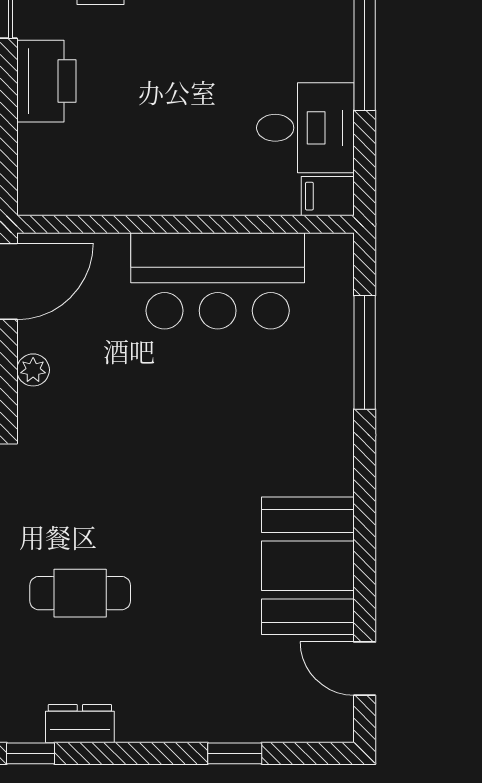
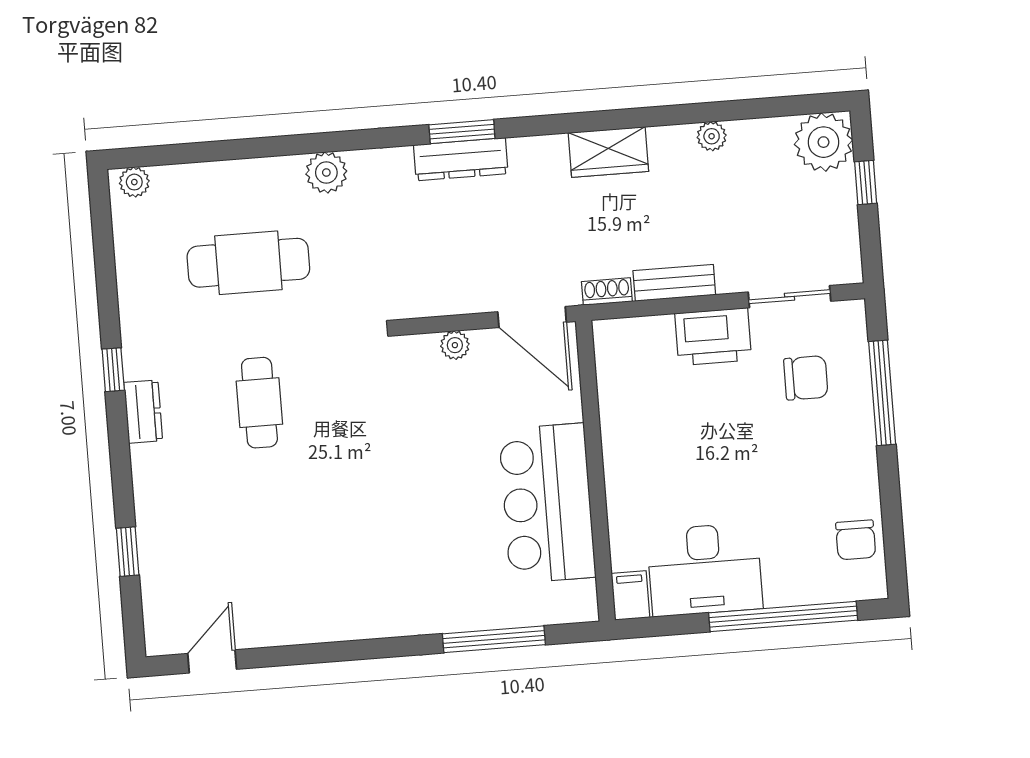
desk: (305, 128) -> (705, 570), width x1.37
booth: (308, 566) -> (300, 604), removed

